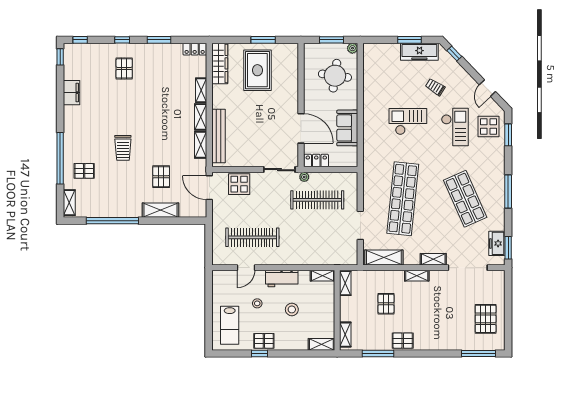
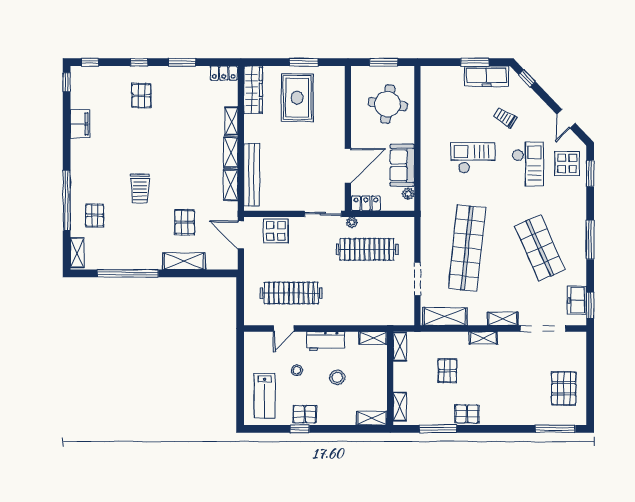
plant: (352, 48) -> (408, 194), moved
door: (301, 128) -> (348, 166), hinge flipped
pallet: (84, 171) -> (95, 215), turned 90

